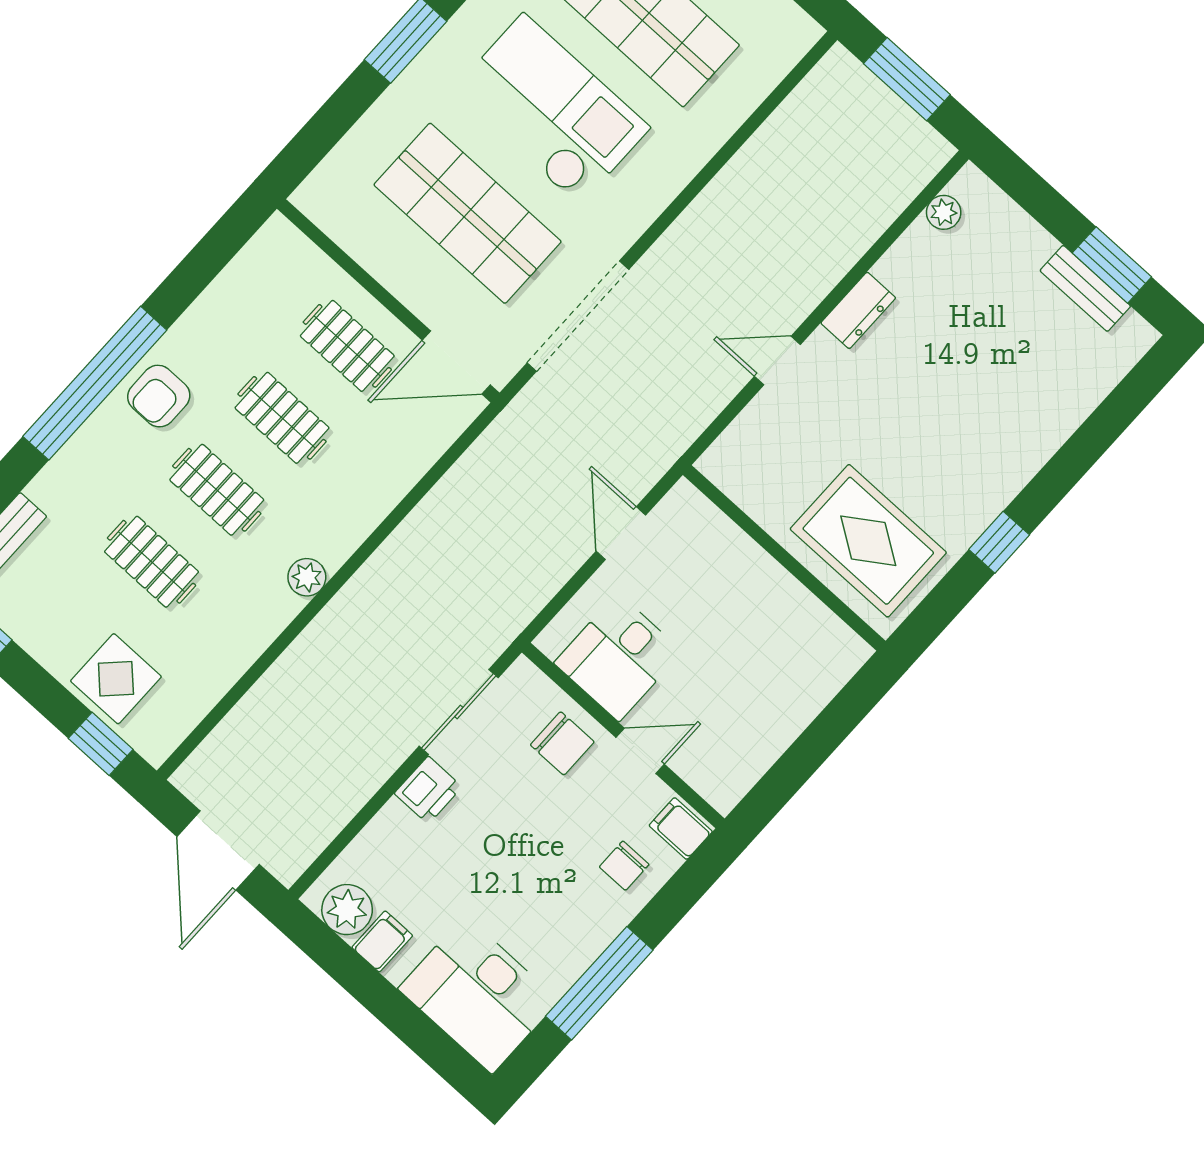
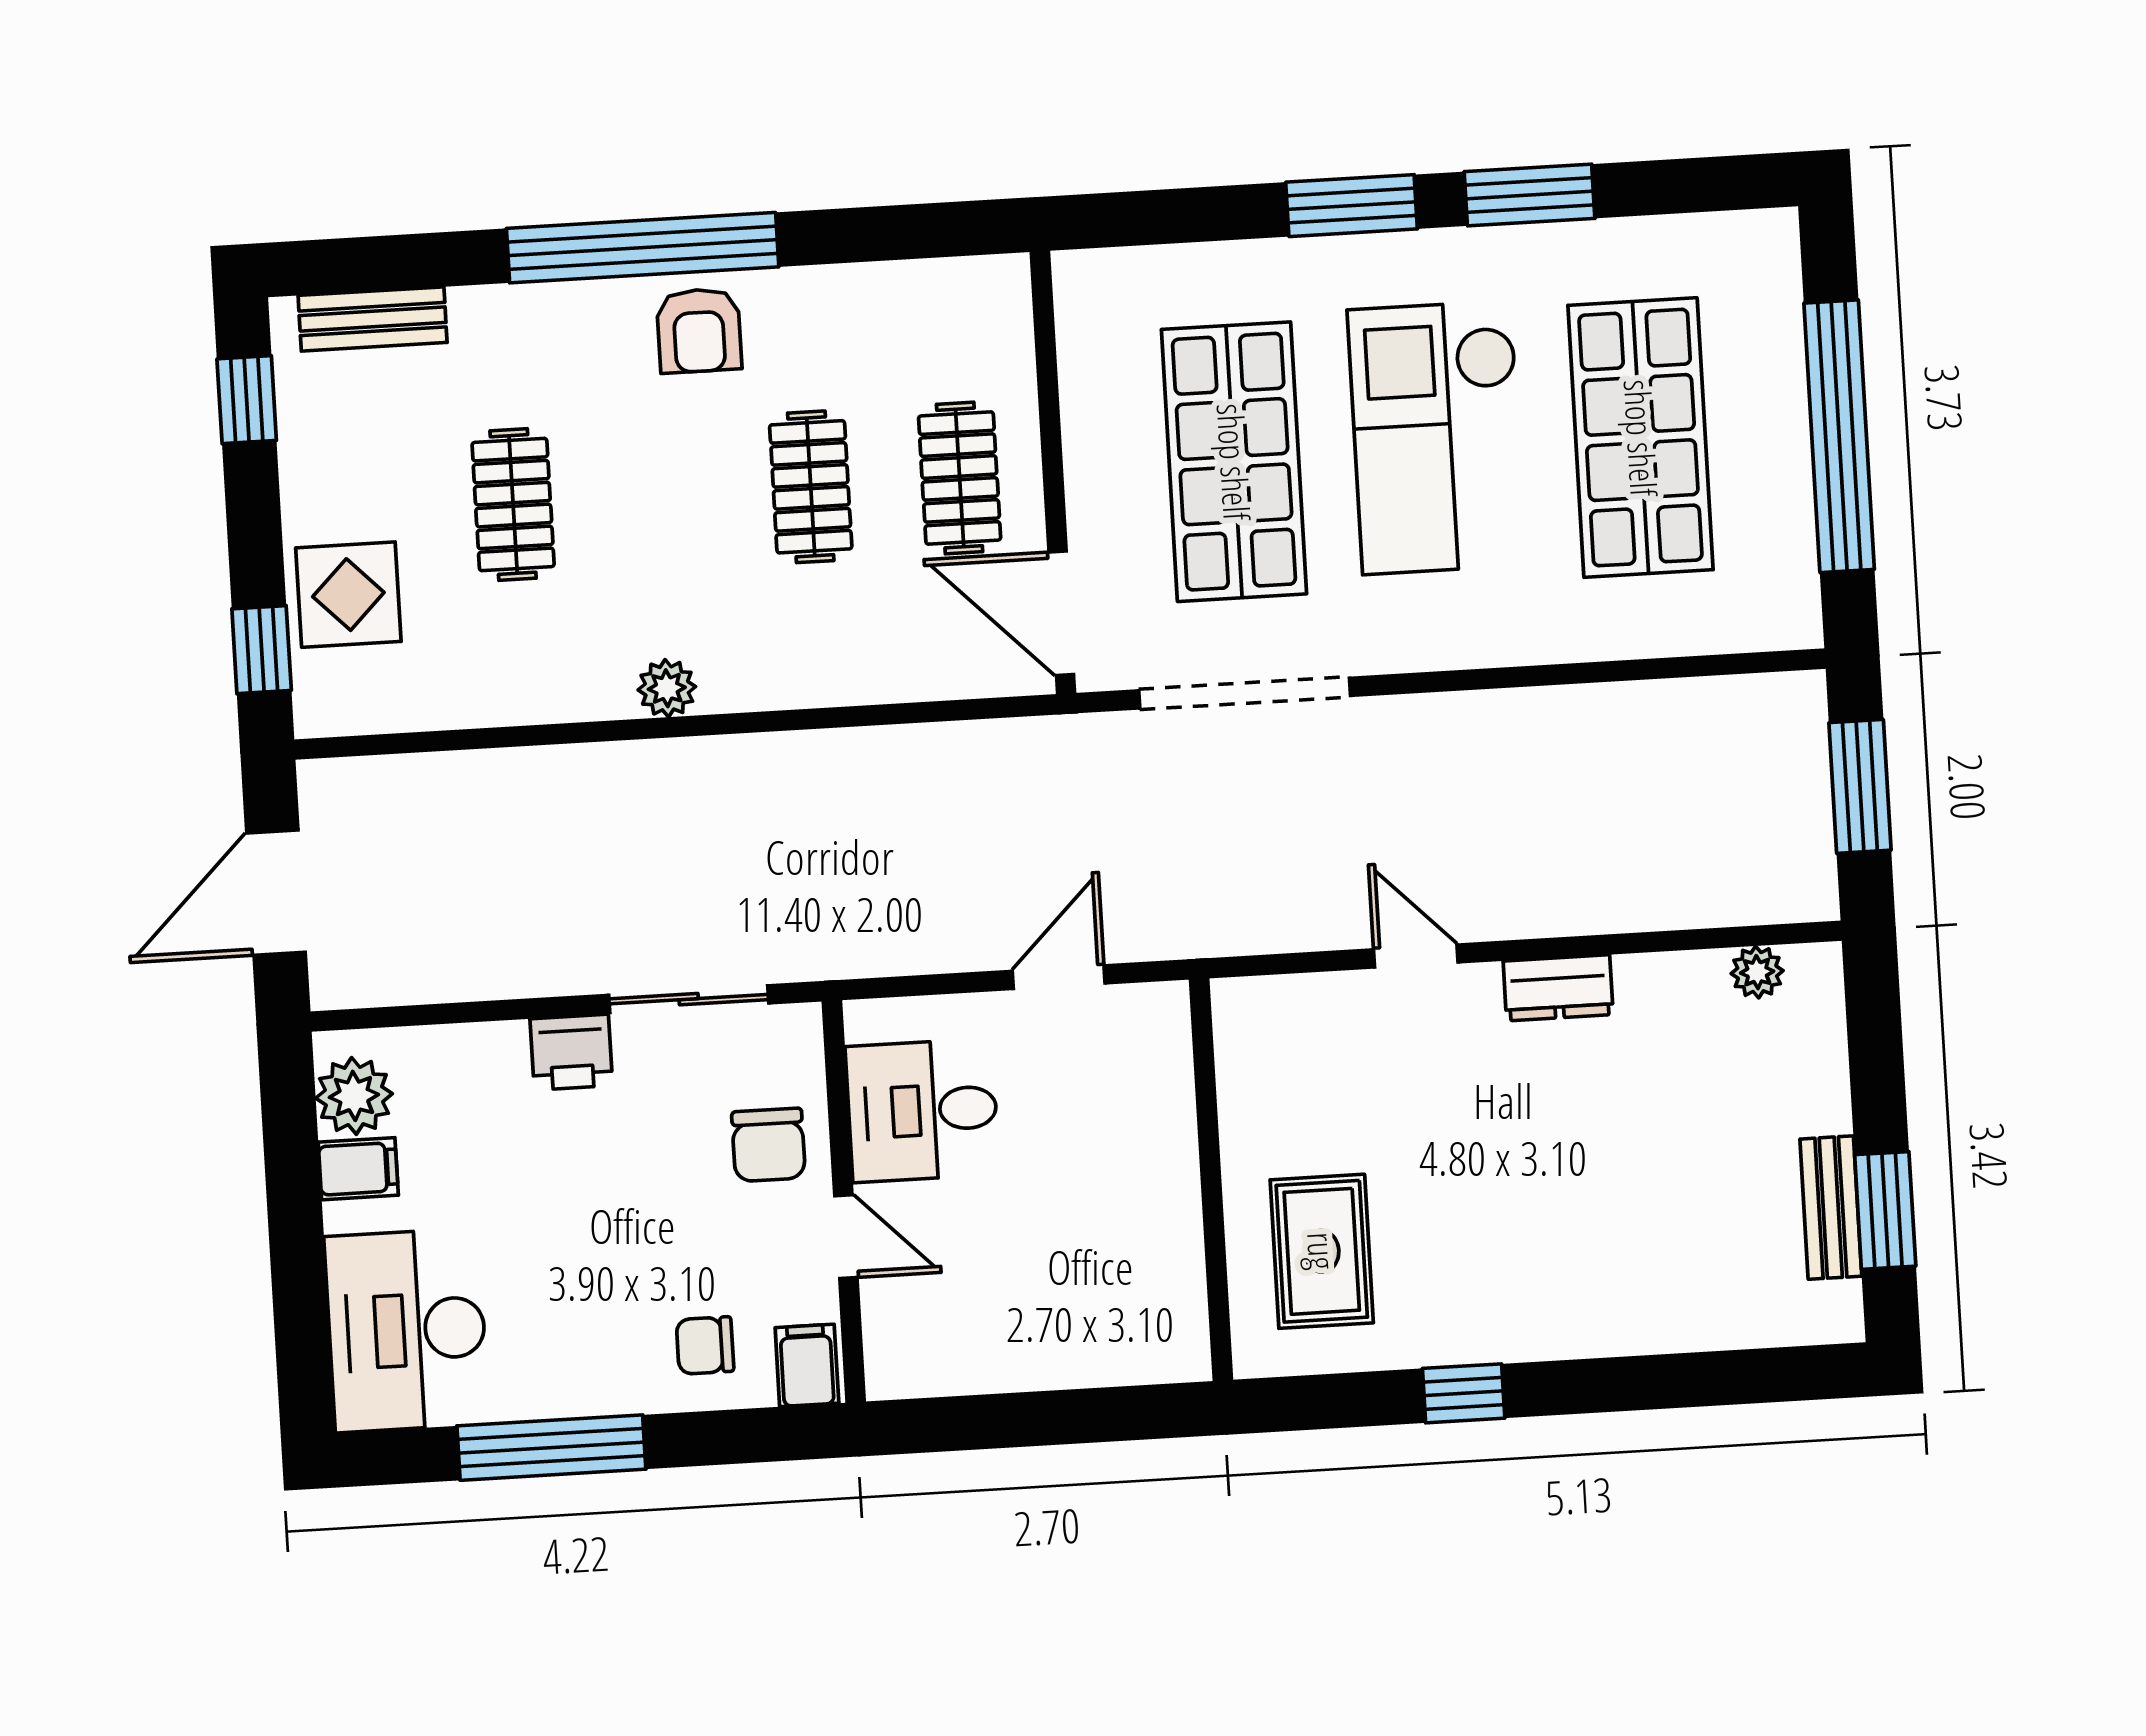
checkout: (551, 109) -> (1437, 438), turned 180
armchair: (159, 396) -> (699, 330), turned -90
clothes rail: (217, 490) -> (662, 496), removed
rug: (868, 541) -> (1322, 1251), width x0.73, depth x0.70

